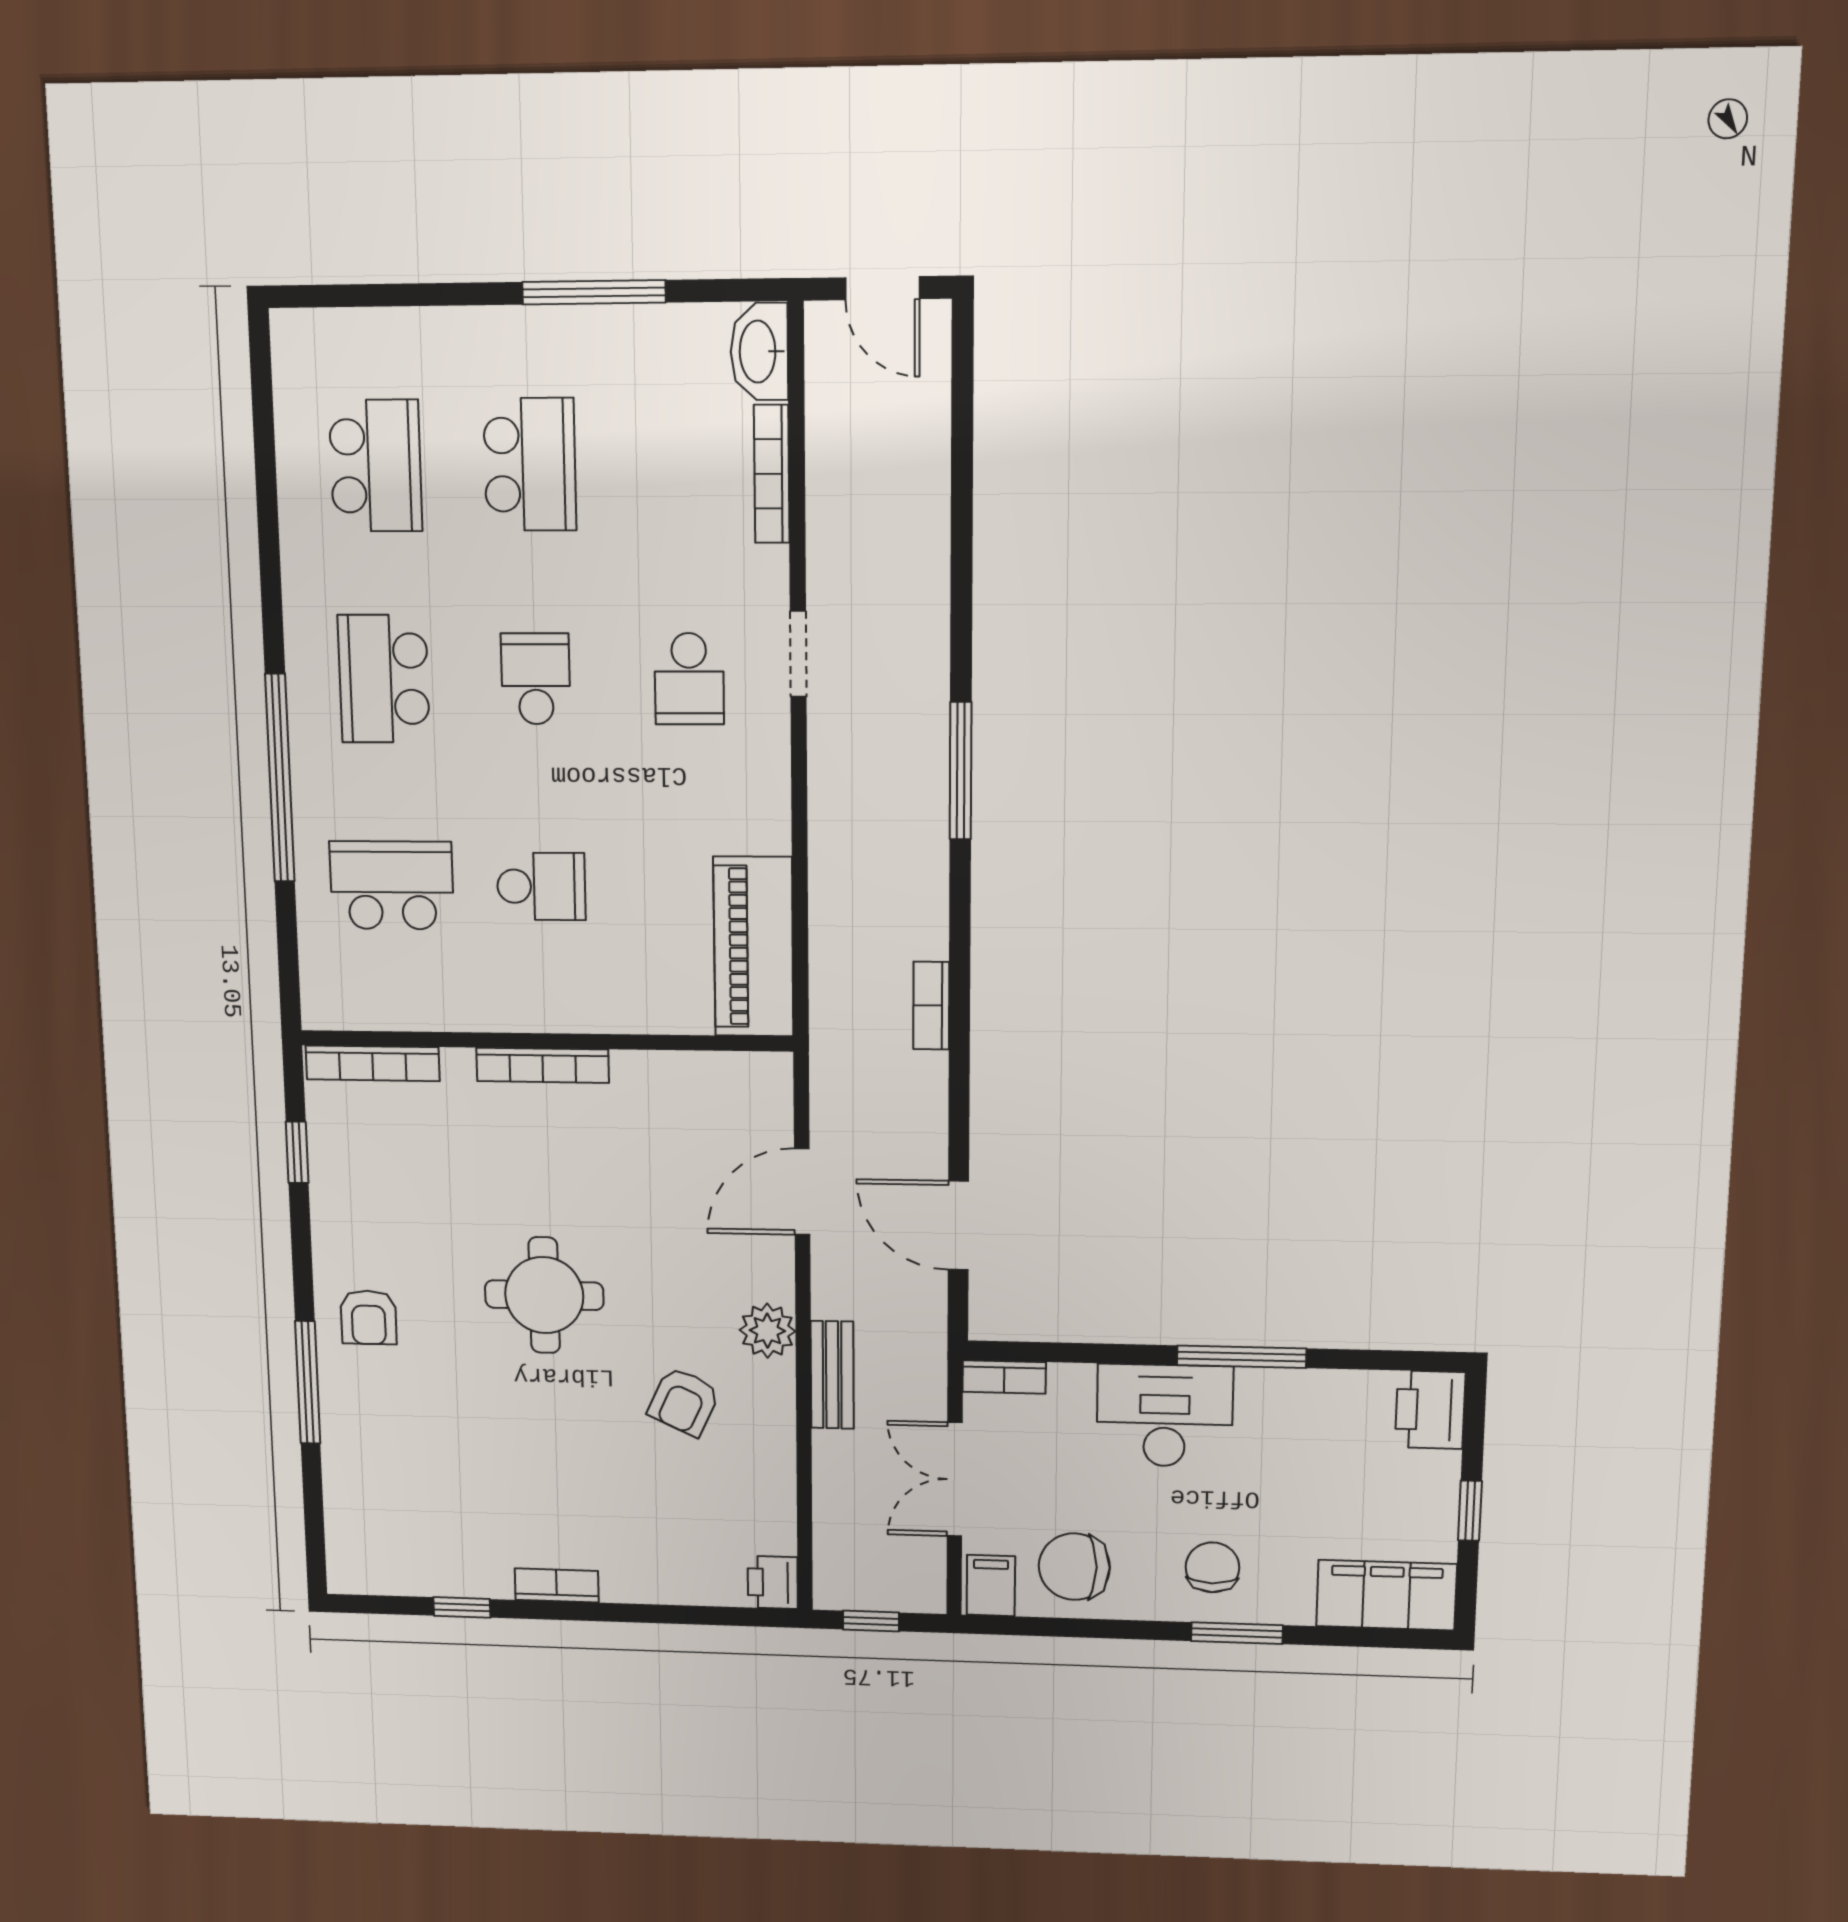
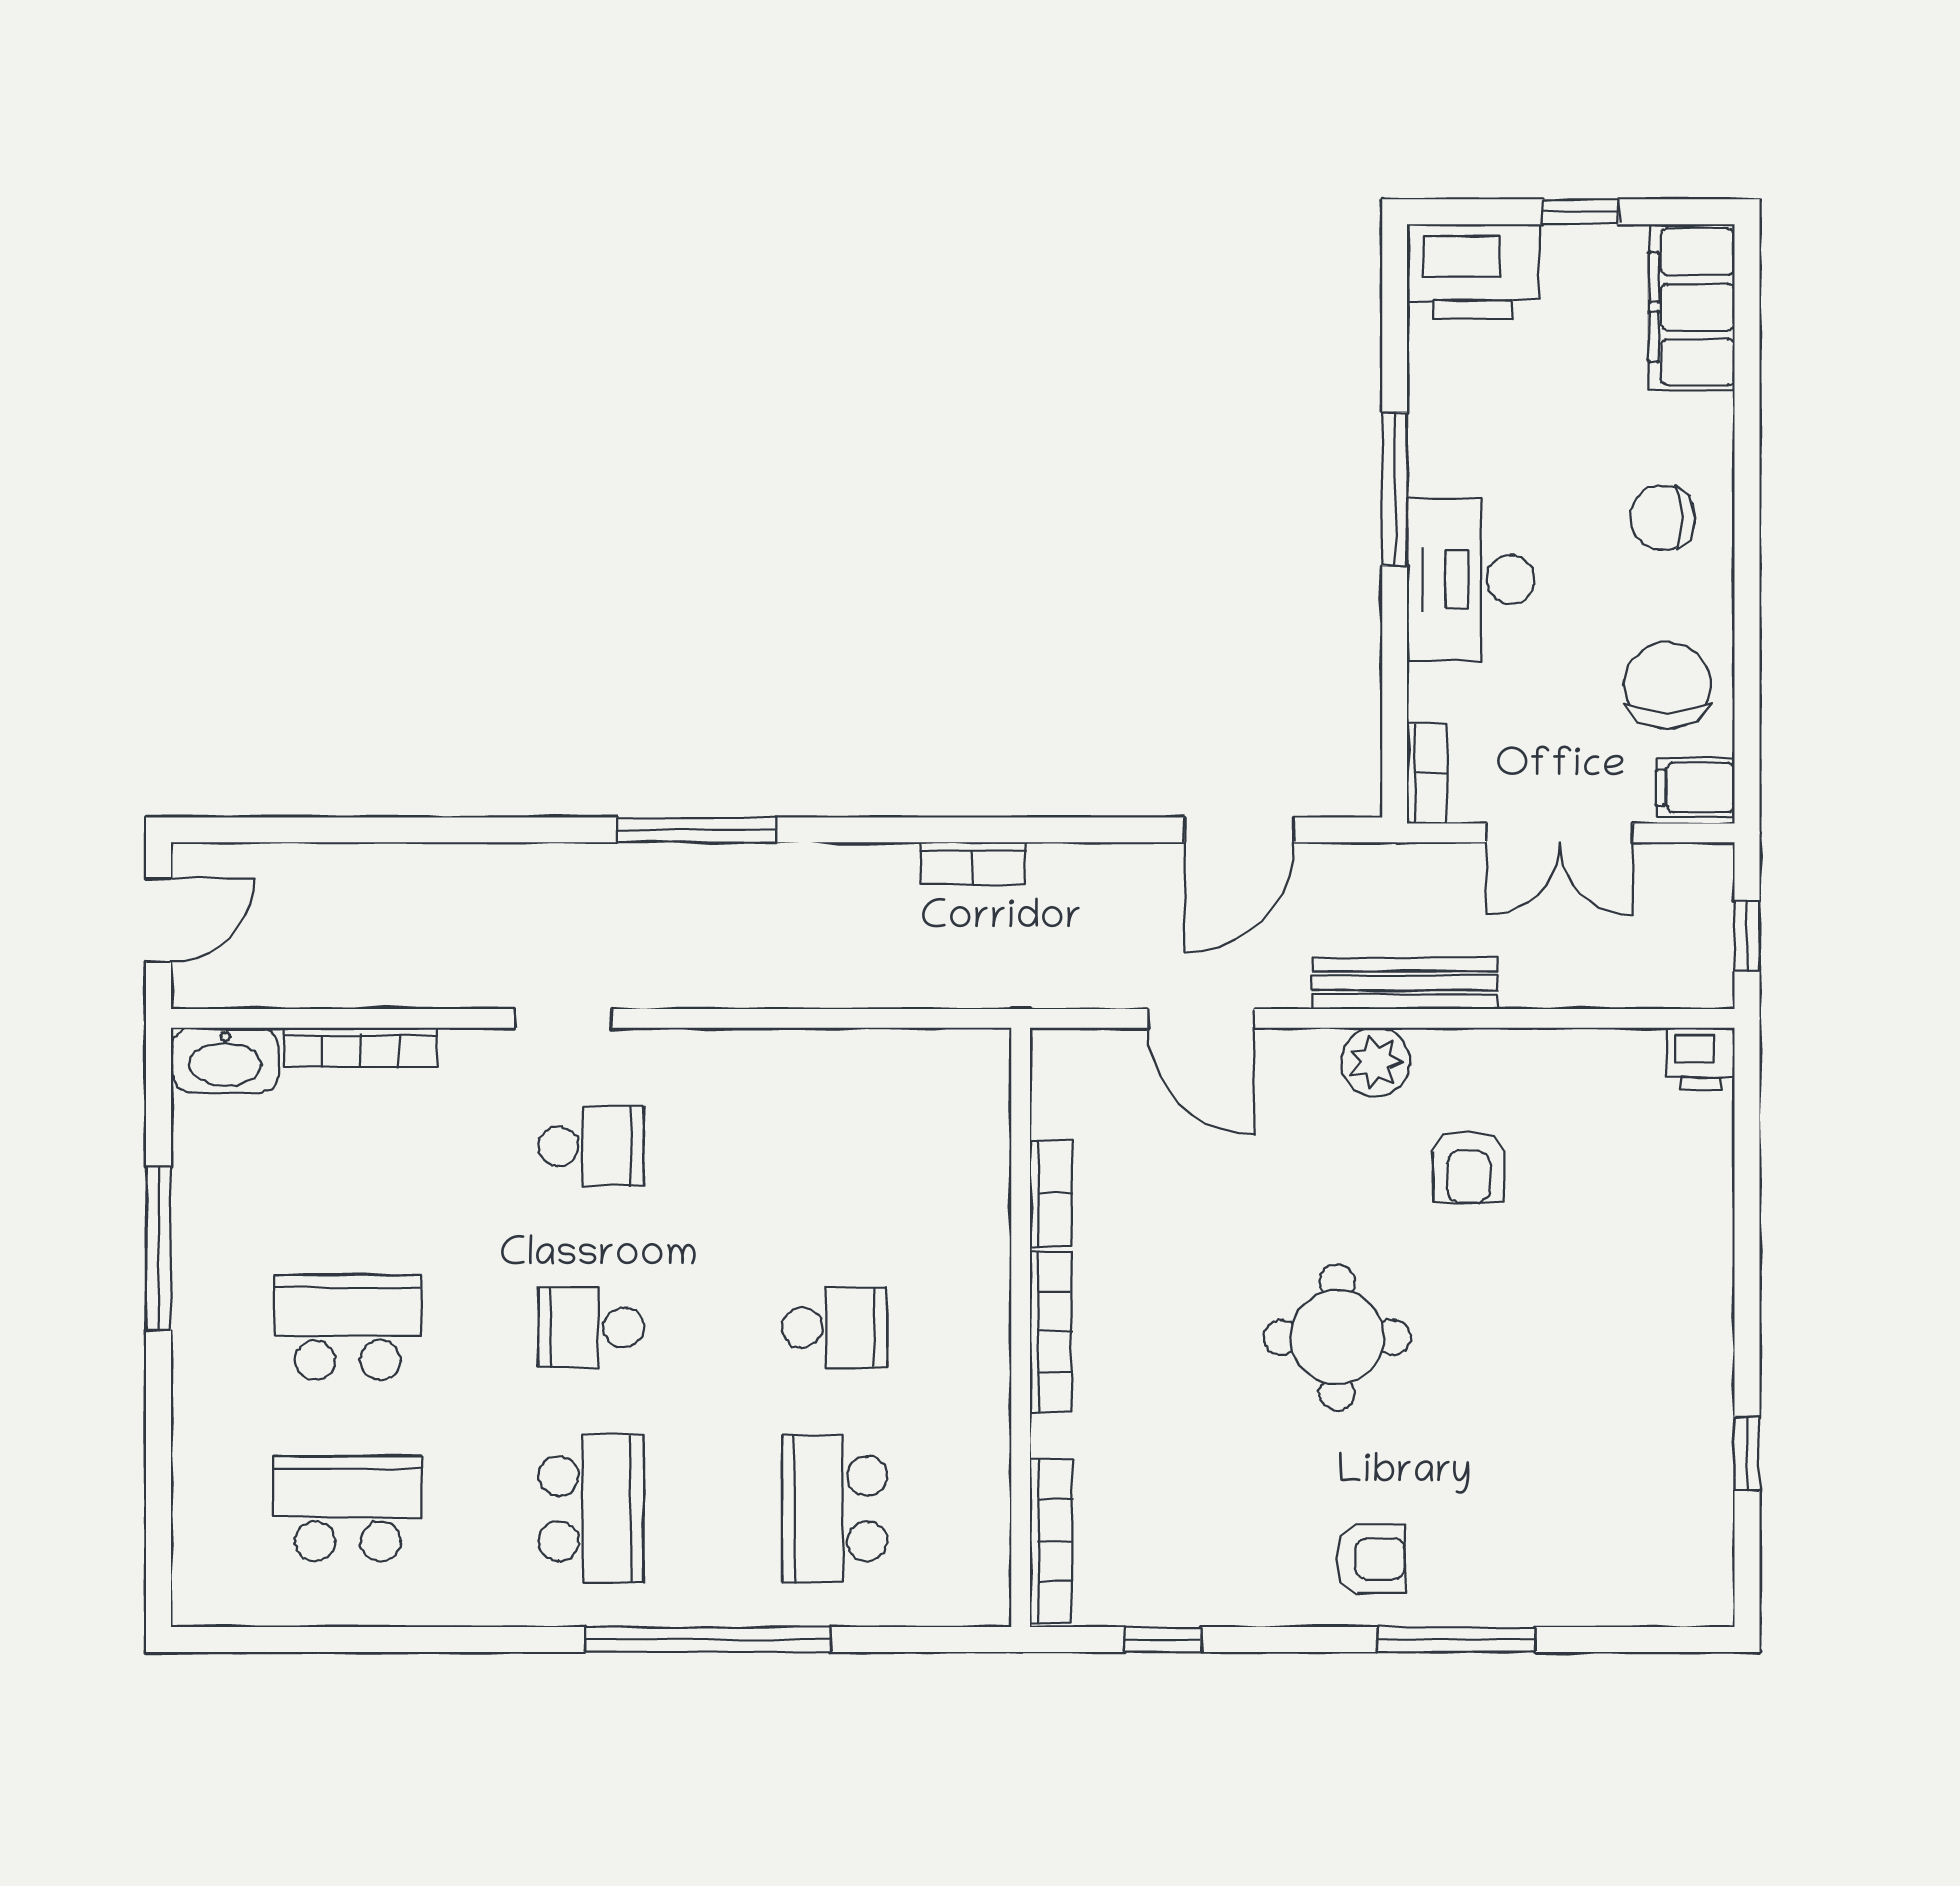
school desk: (384, 679) -> (591, 1509), turned -90
school desk: (541, 886) -> (835, 1327), turned 90
piano: (753, 947) -> (904, 1074), removed
bench: (832, 1375) -> (1405, 983), width x1.36
armchair: (684, 1402) -> (1469, 1167), turned 65
printer: (1430, 1410) -> (1473, 272), width x1.37, depth x1.19
chair: (1074, 1567) -> (1667, 685), turned 180
bookcase: (557, 1585) -> (1051, 1193), moved, turned 180
window: (1237, 1633) -> (1747, 486), removed

